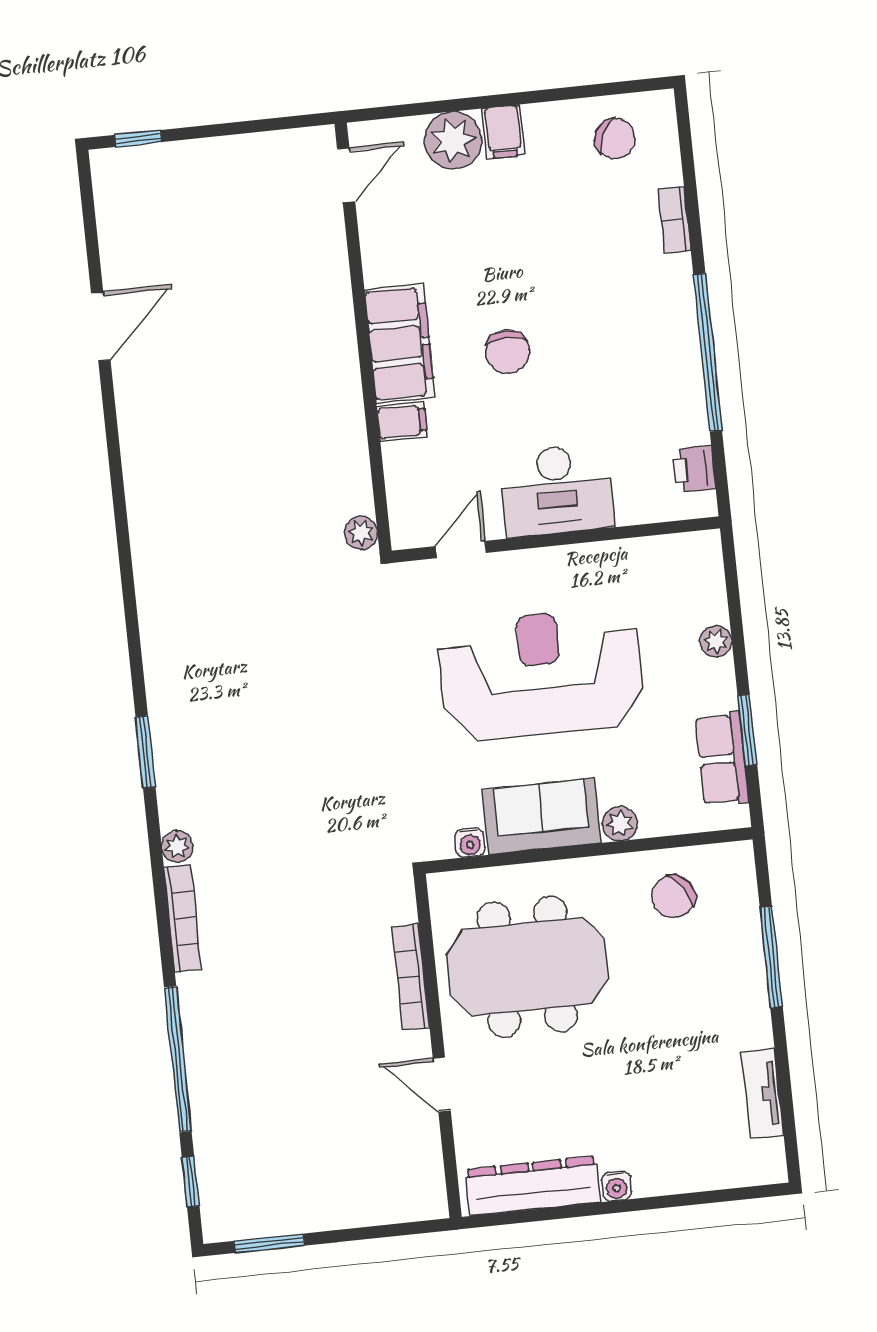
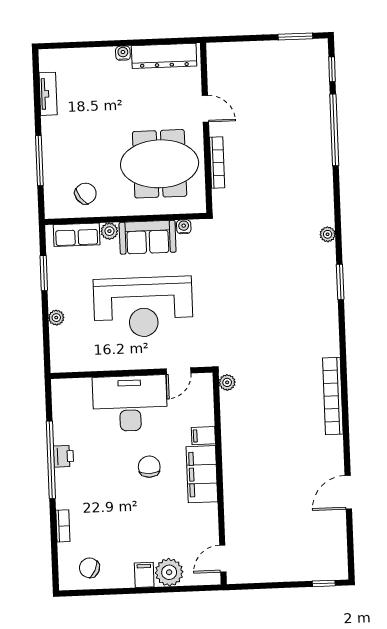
printer: (694, 469) -> (64, 456), moved
desk: (557, 490) -> (130, 403), width x1.36, depth x1.30
row of seats: (722, 759) -> (77, 235), moved, turned 90
bookcase: (183, 918) -> (333, 396), moved, width x1.48, depth x1.31

